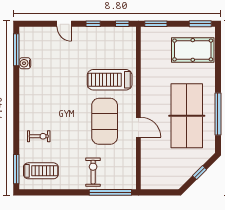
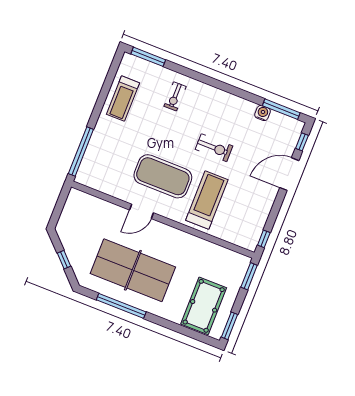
door: (64, 24) -> (289, 174), width x1.88
window: (93, 24) -> (302, 142), moved
treadmill: (41, 171) -> (123, 99), moved
exercise bike: (93, 172) -> (214, 148), moved

